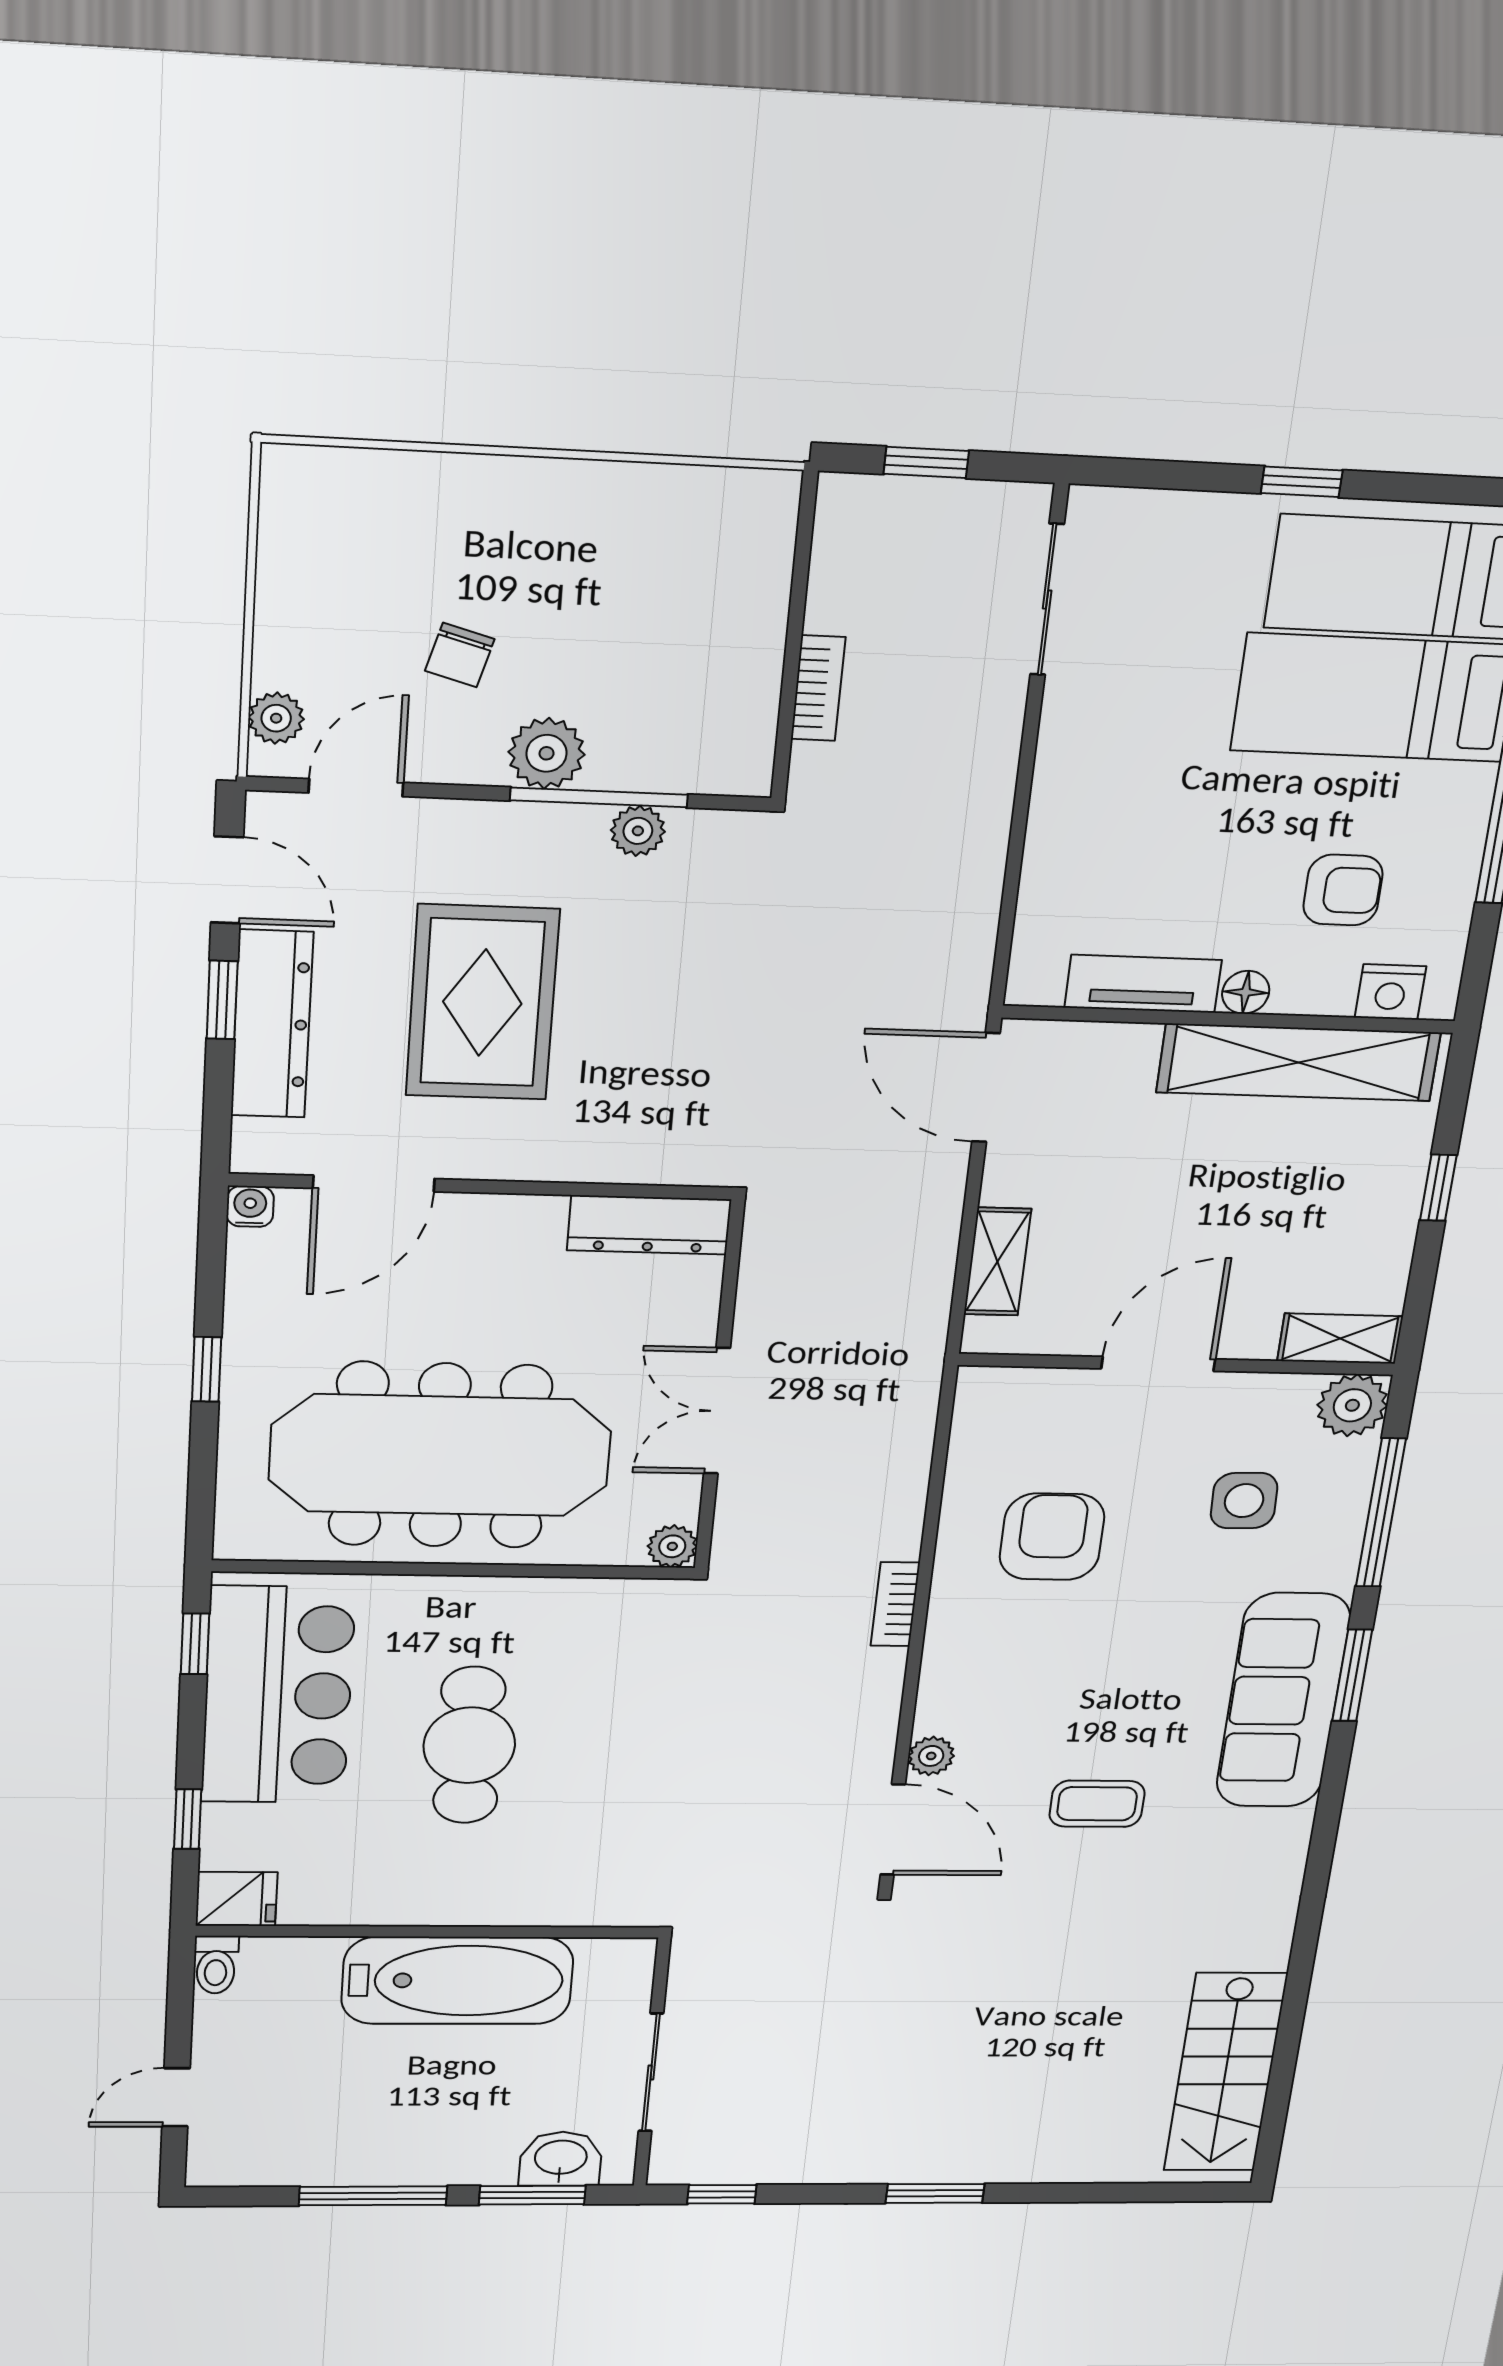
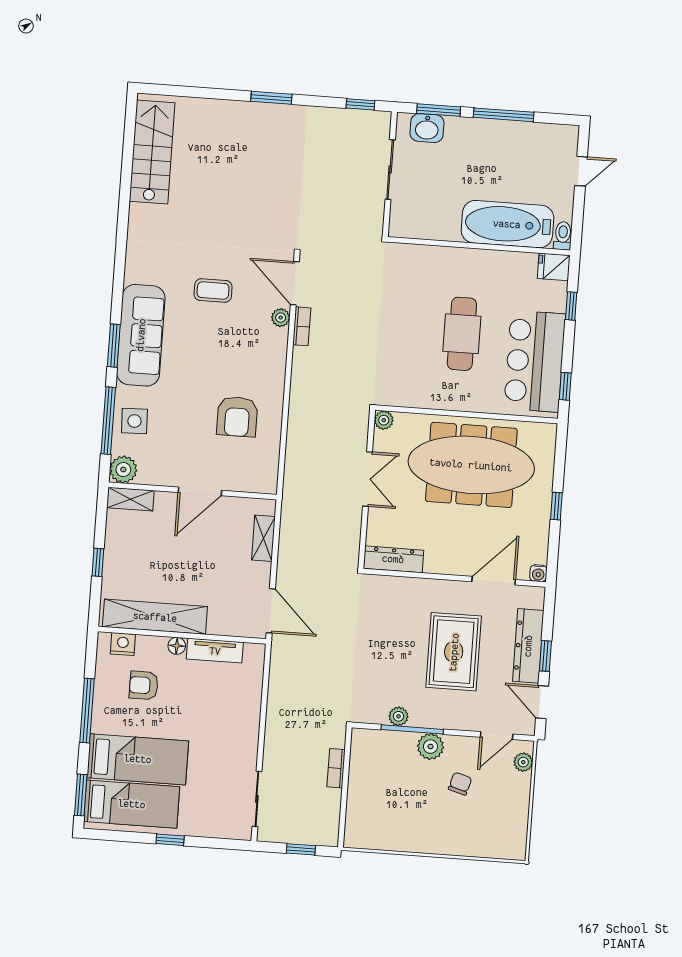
side table: (1244, 1501) -> (134, 421), moved
bookcase: (895, 1604) -> (302, 326), moved
bathtub: (457, 1981) -> (507, 224), moved

